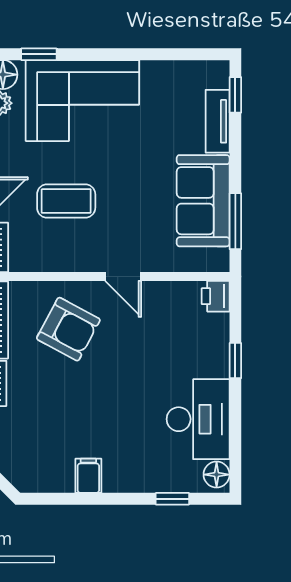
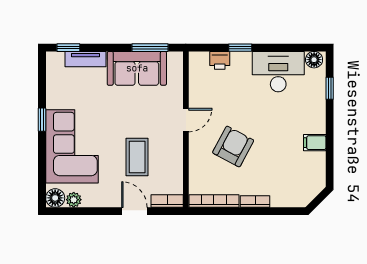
window: (39, 54) -> (42, 120), moved
printer: (216, 296) -> (220, 60), moved
armchair: (68, 329) -> (233, 147), moved

